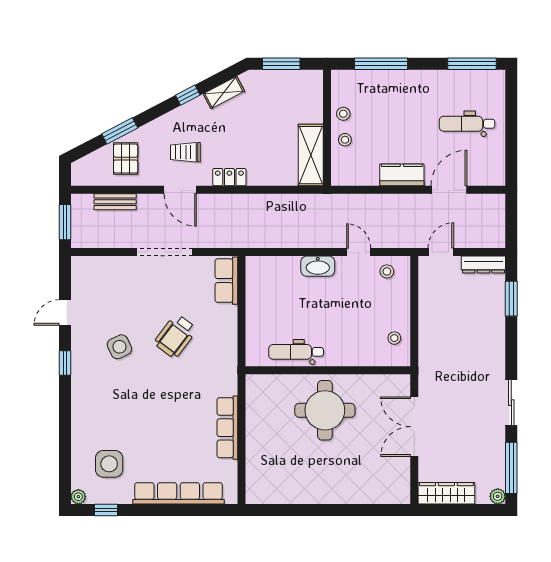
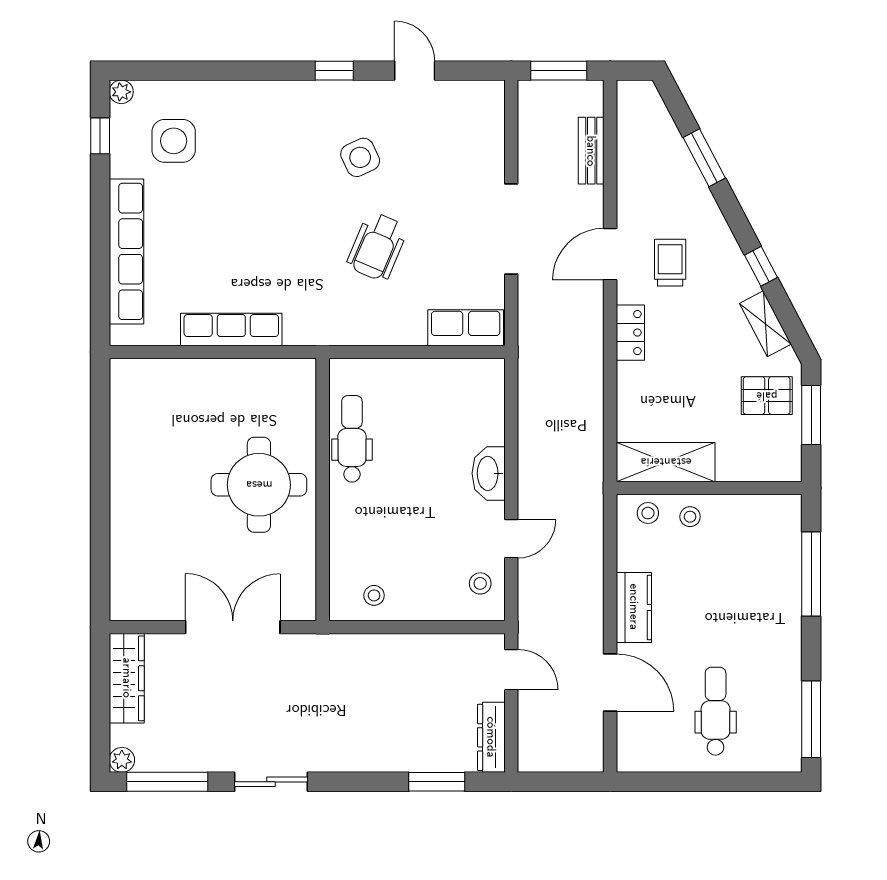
stool: (343, 114) -> (648, 513), moved
pallet: (126, 159) -> (767, 396), moved
wheelchair: (175, 336) -> (377, 247), turned -104

